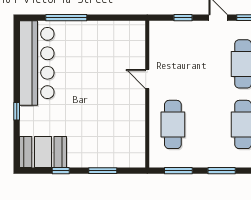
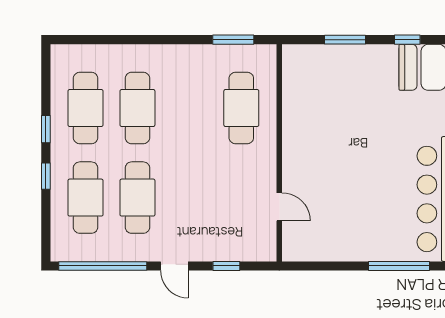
door: (147, 79) -> (279, 207), moved
window: (222, 171) -> (169, 40), removed

